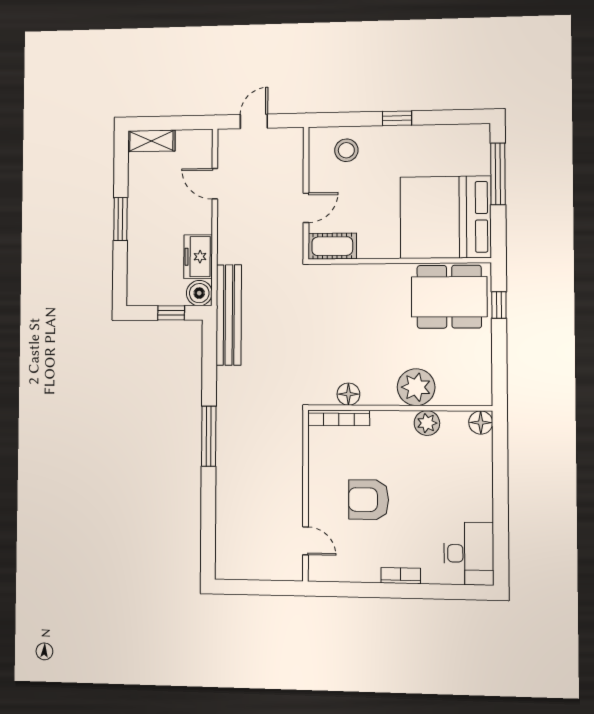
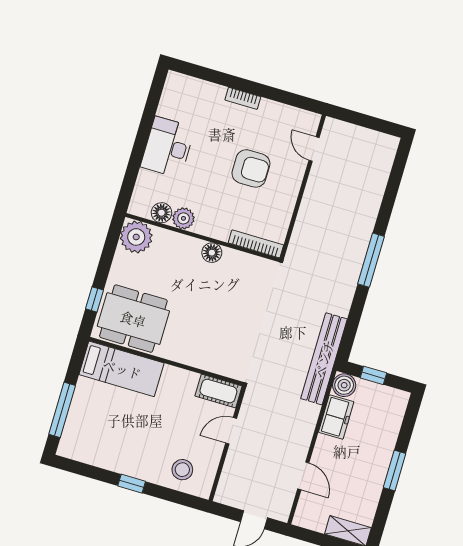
bed: (446, 217) -> (122, 369), width x0.49
plant: (416, 387) -> (136, 237), moved
floor lamp: (348, 394) -> (212, 253), moved
floor lamp: (481, 423) -> (161, 213), moved
desk: (469, 554) -> (168, 147), moved

